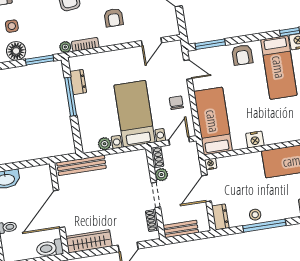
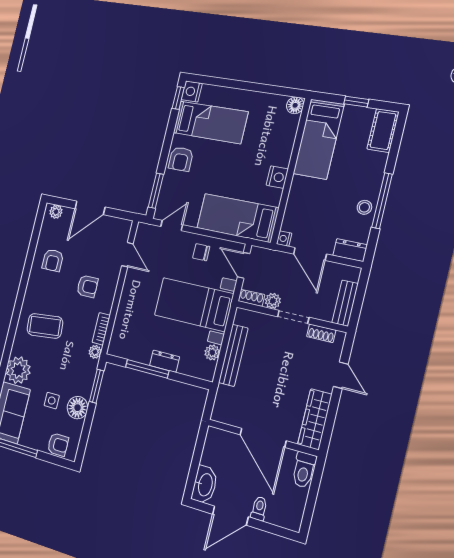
armchair: (242, 55) -> (181, 159), turned 90
dresser: (78, 82) -> (165, 361), moved
bench: (81, 165) -> (233, 355), moved

